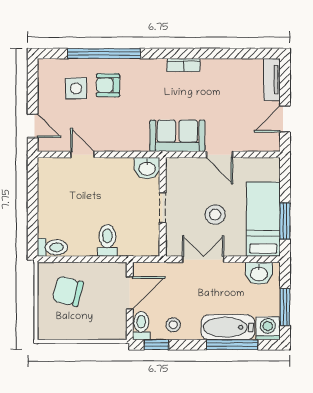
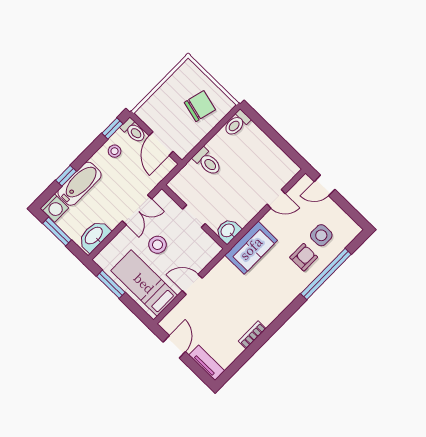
bookcase: (183, 65) -> (252, 335), moved
sofa: (177, 136) -> (251, 248), moved
bed: (263, 219) -> (144, 283), moved, turned 180
washbasin: (259, 273) -> (94, 236), width x1.38
window: (232, 345) -> (66, 176), width x0.46

